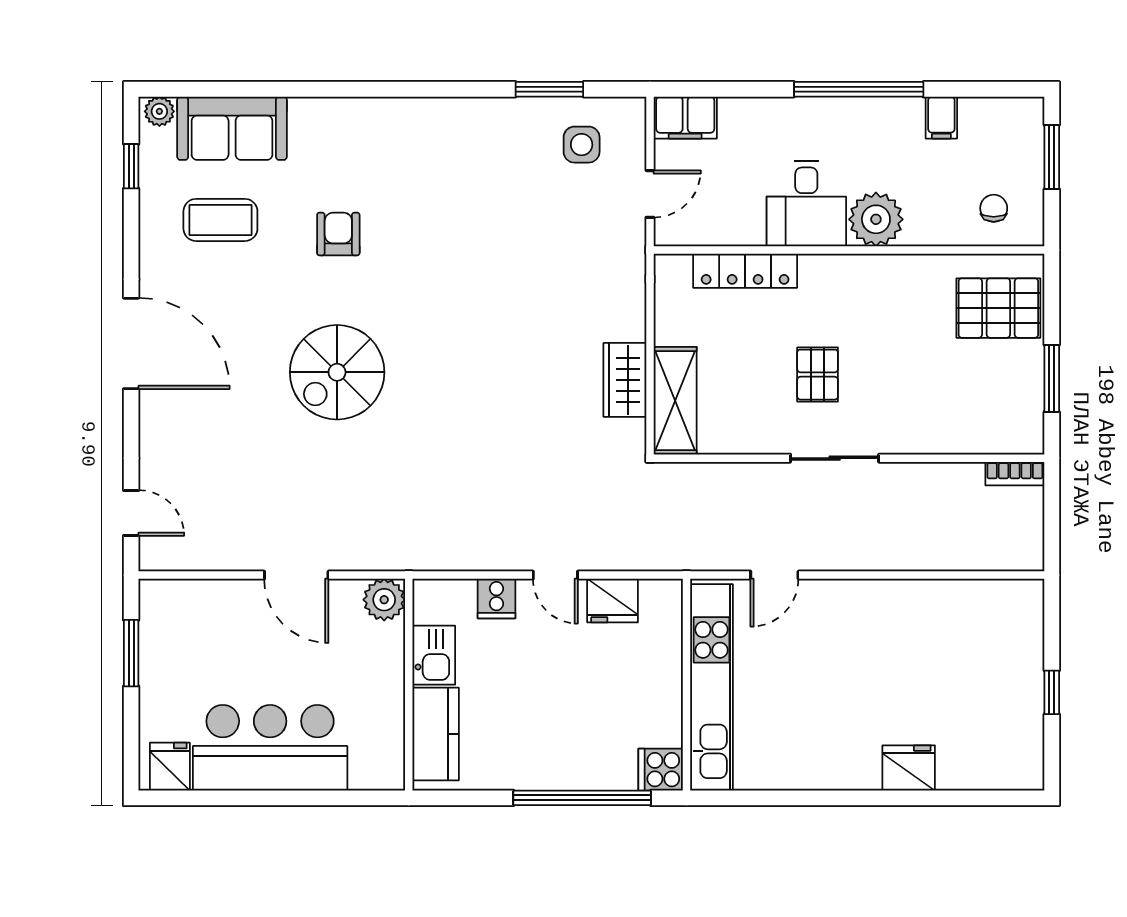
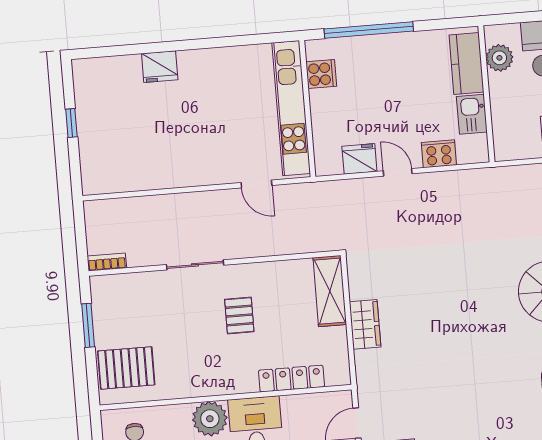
wardrobe: (625, 380) -> (365, 324), moved
sliding door: (835, 458) -> (195, 265), moved
door: (774, 575) -> (256, 184), swing flipped
cooker: (496, 599) -> (439, 154), width x1.36
plant: (384, 600) -> (499, 58), moved
cooker: (661, 770) -> (321, 74), moved

